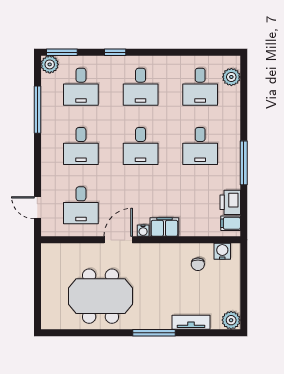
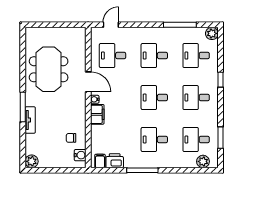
window: (62, 52) -> (220, 138), moved
tv unit: (191, 322) -> (30, 120), moved

